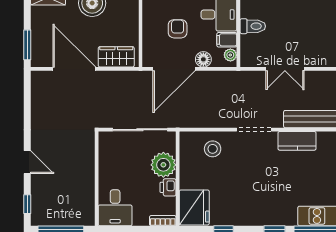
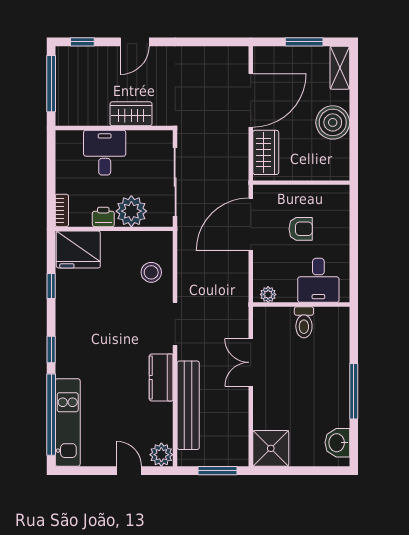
filing cabinet: (227, 40) -> (287, 290), removed
window: (27, 45) -> (304, 42), moved
floor lamp: (203, 59) -> (263, 261), removed
door: (174, 69) -> (251, 224), hinge flipped
wardrobe: (85, 165) -> (131, 114), added
desk: (115, 208) -> (105, 153), moved, turned 90

